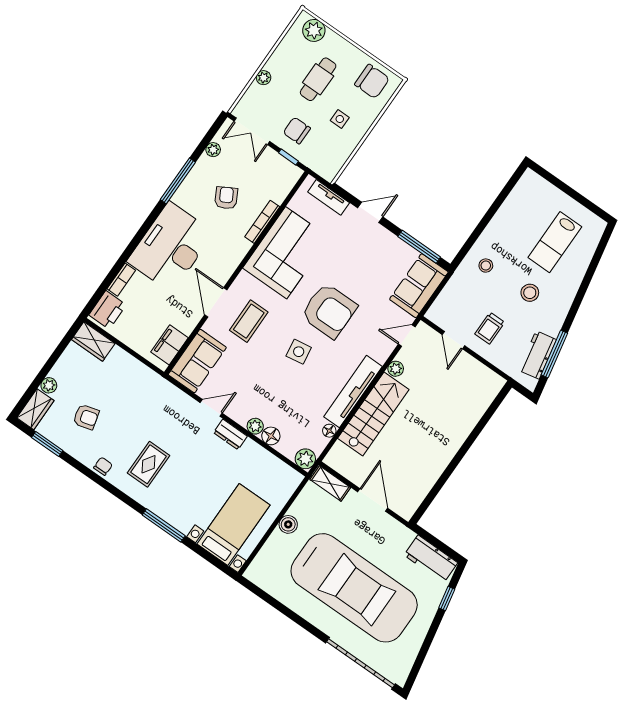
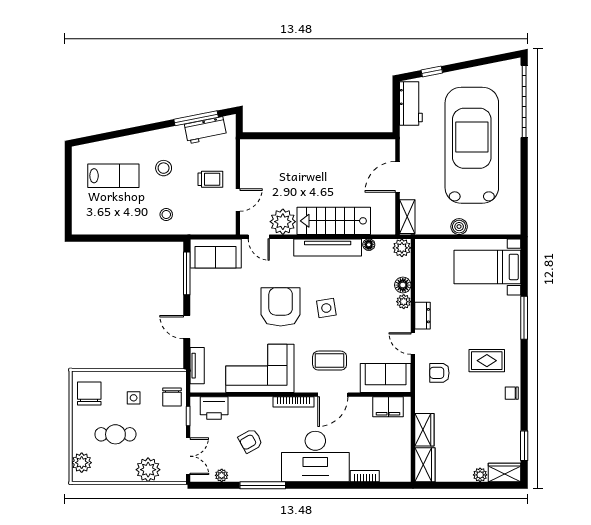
plant: (264, 78) -> (148, 470), width x1.88, depth x1.88
chair: (297, 130) -> (172, 397), moved
bookcase: (262, 222) -> (294, 402), moved
printer: (108, 310) -> (214, 408), moved, turned 180
wardrobe: (125, 363) -> (424, 430), added
plant: (396, 369) -> (283, 222), width x1.87, depth x1.87
armchair: (86, 417) -> (439, 373), moved, turned -75

